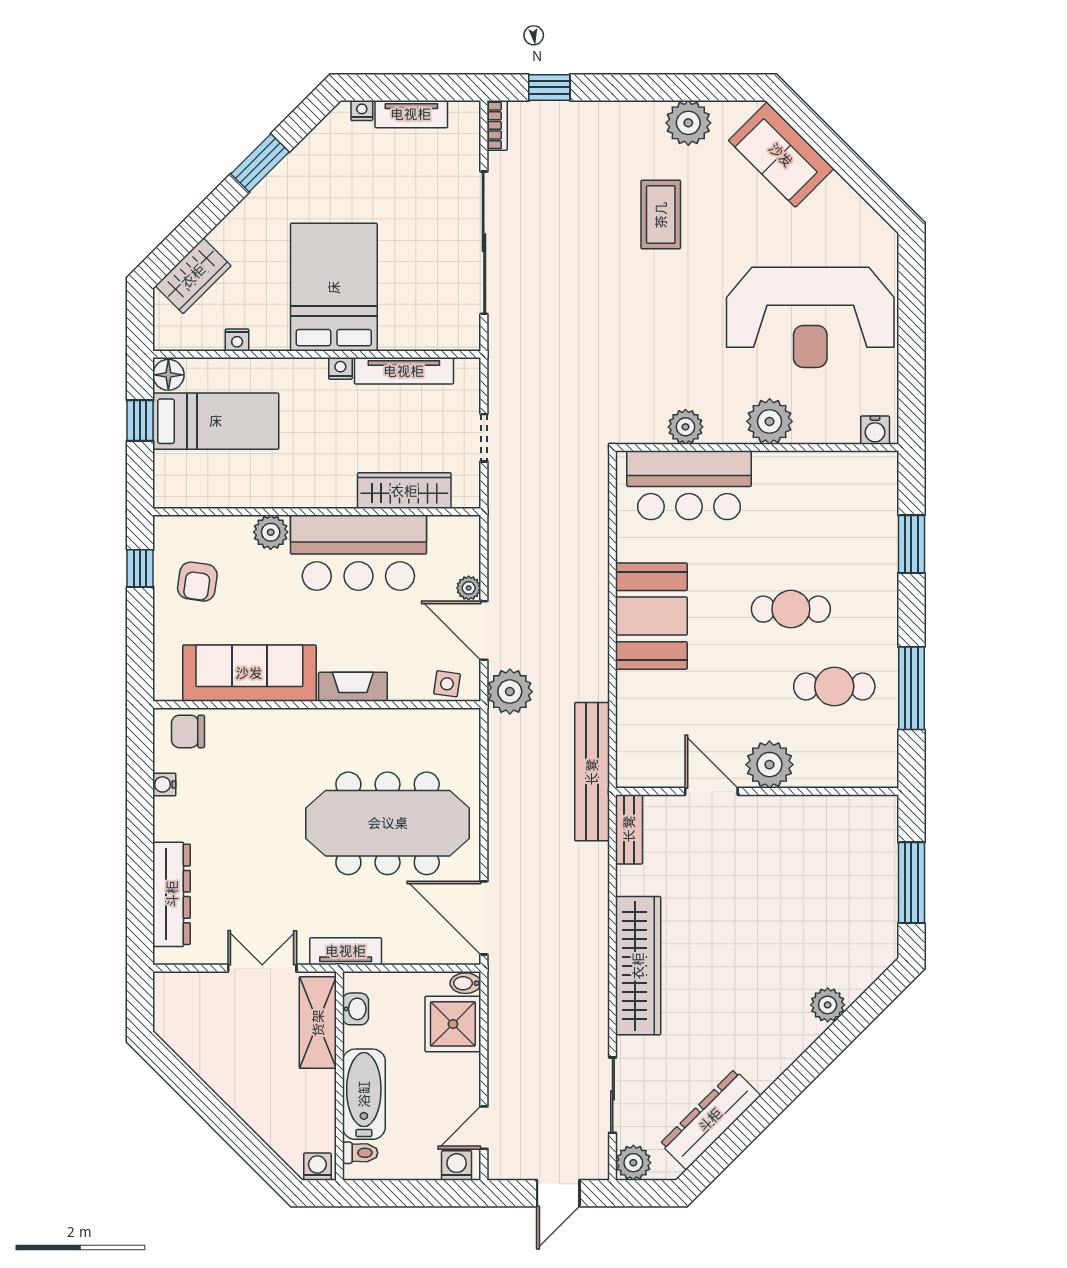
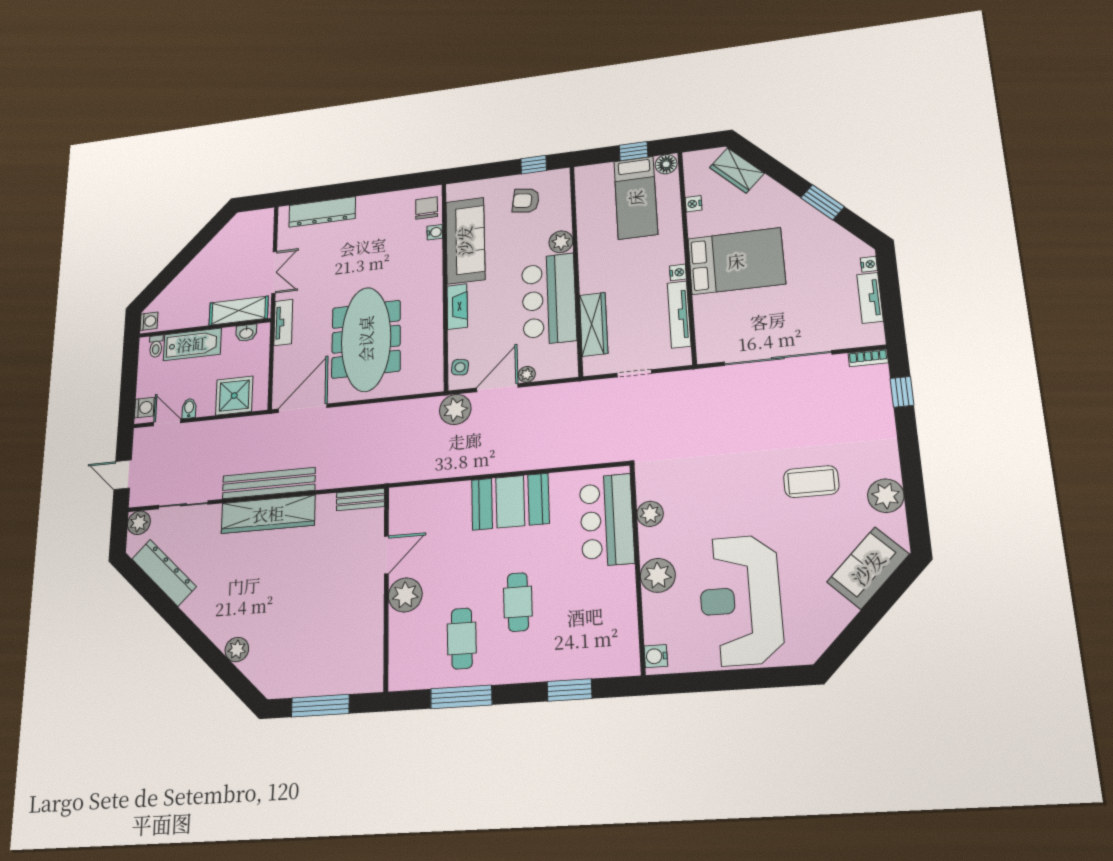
bench: (592, 772) -> (269, 483), moved
water cooler: (164, 784) -> (435, 232), moved, turned 90
bidet: (465, 983) -> (189, 408), moved

